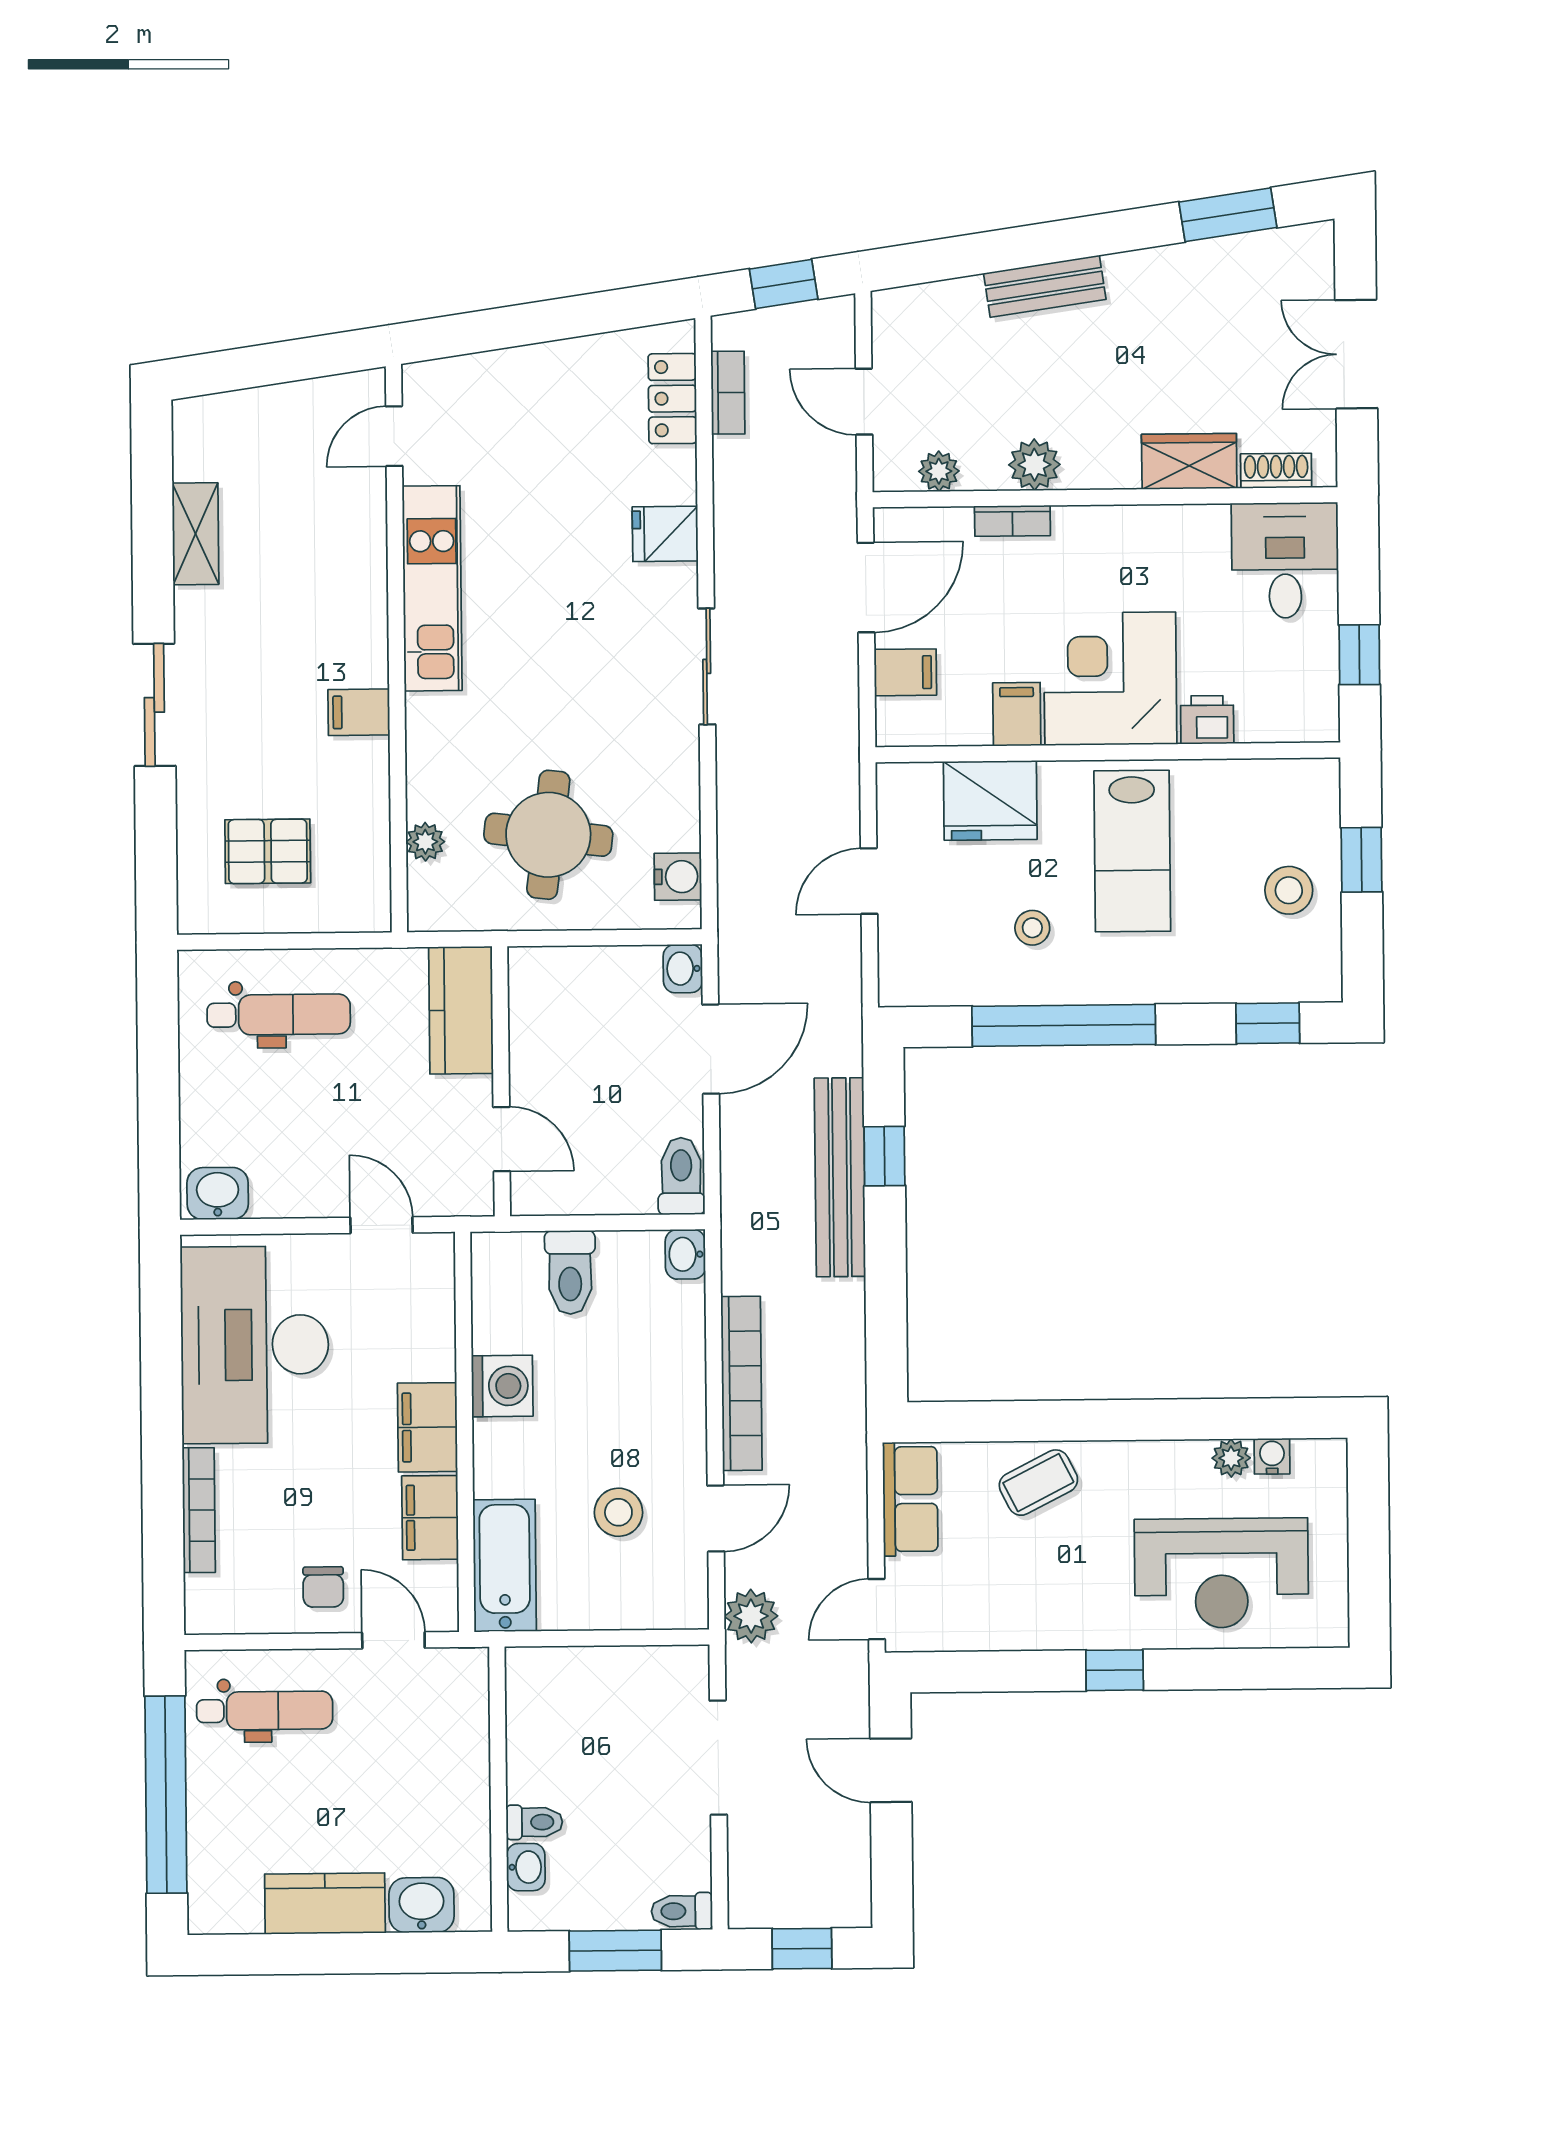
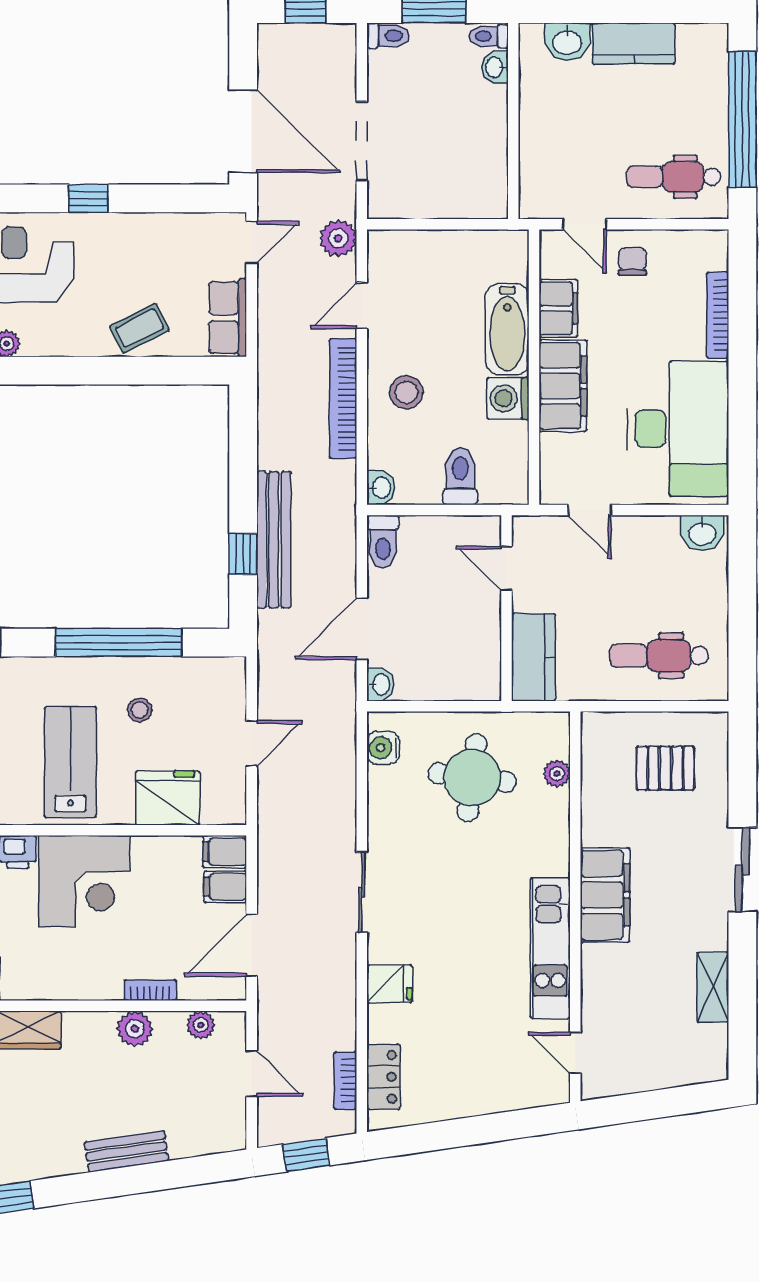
door: (394, 436) -> (575, 1053), swing flipped
filing cabinet: (359, 712) -> (605, 895), width x3.00, depth x1.17
filing cabinet: (1017, 714) -> (225, 852), moved, turned 90
filing cabinet: (427, 1427) -> (563, 386), width x1.50, depth x1.17
stool: (618, 1512) -> (406, 392), moved
bathtub: (505, 1566) -> (507, 329), moved
door: (891, 1770) -> (243, 131), width x1.88
toilet: (534, 1822) -> (489, 36), moved

